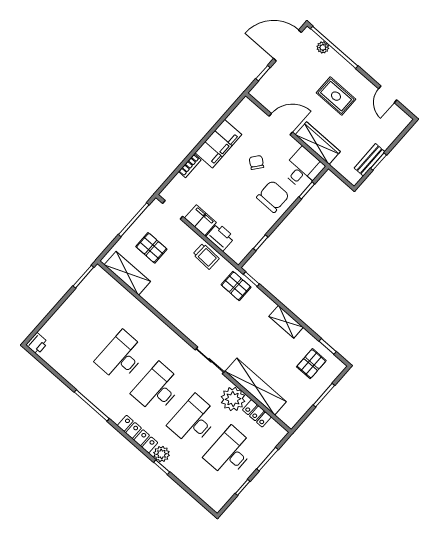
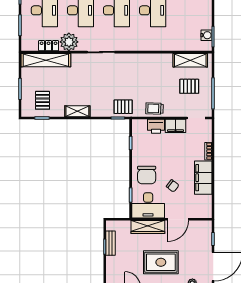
rug: (336, 96) -> (161, 262), width x1.36, depth x1.43
desk: (303, 169) -> (148, 205), width x1.37
water cooler: (89, 284) -> (206, 35), added
shelving: (256, 387) -> (46, 60), moved

